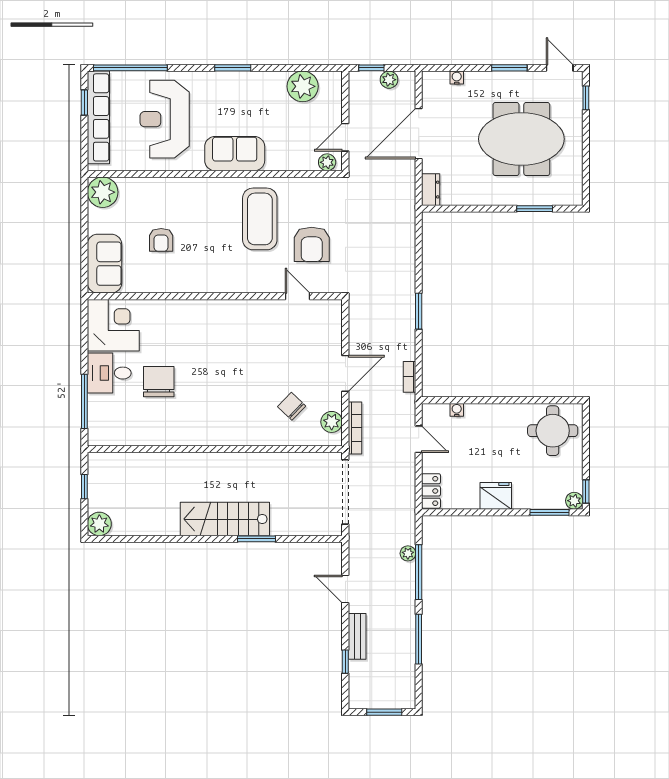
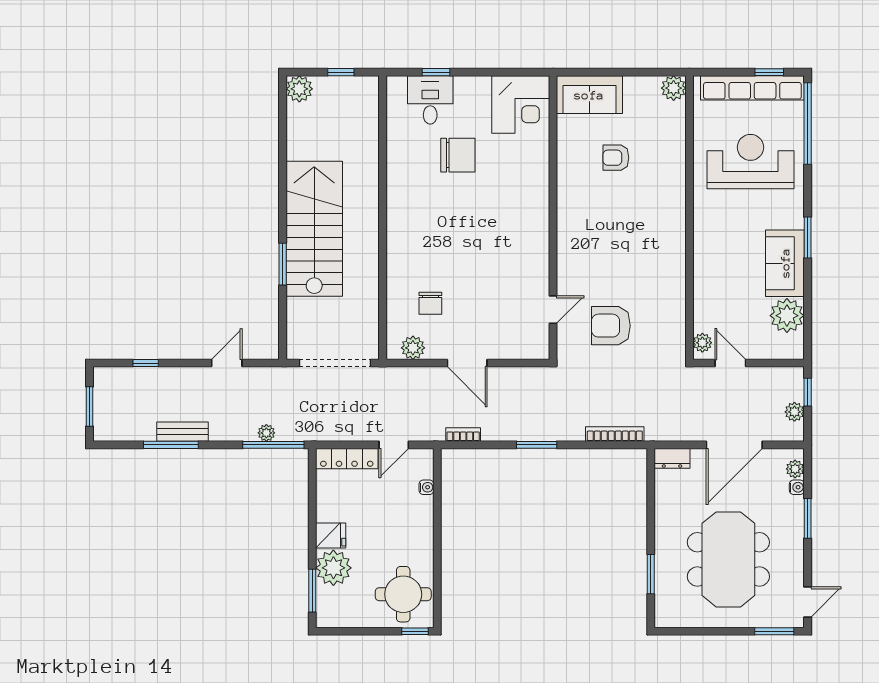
window: (509, 68) -> (808, 518), moved
plant: (440, 79) -> (795, 469), added
window: (586, 98) -> (774, 631), width x1.50
door: (419, 134) -> (734, 445), swing flipped
sofa: (235, 154) -> (785, 263), moved, turned 180
plant: (103, 192) -> (674, 88), width x0.73, depth x0.73
coffee table: (260, 219) -> (639, 268), removed
desk: (109, 373) -> (430, 100), moved
window: (84, 401) -> (436, 72), width x0.46
chair: (292, 406) -> (430, 303), turned 136
bookcase: (355, 428) -> (615, 434), moved, turned 180
locker: (431, 491) -> (347, 459), width x1.53
window: (586, 491) -> (415, 631), moved
fridge: (496, 496) -> (331, 536), width x0.72
plant: (574, 501) -> (333, 568), moved, width x1.88, depth x1.88
stairs: (225, 519) -> (314, 229), width x1.36, depth x1.51
window: (419, 572) -> (273, 445), moved
bench: (357, 636) -> (182, 432), moved

